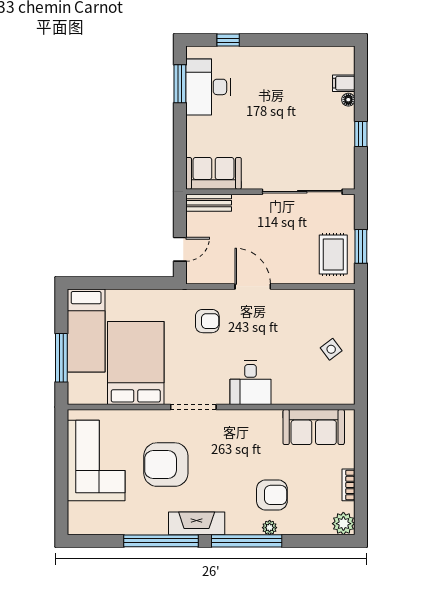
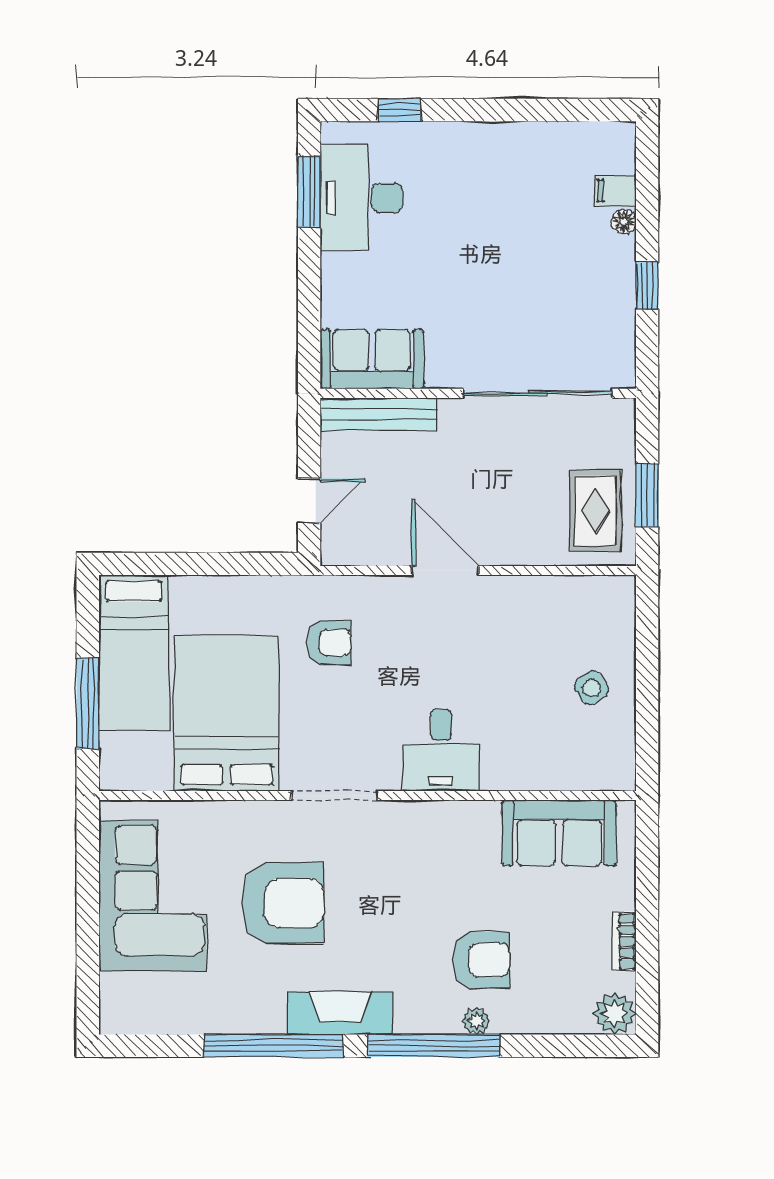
bench: (209, 203) -> (378, 414), width x1.36
armchair: (207, 321) -> (329, 643), moved
armchair: (166, 465) -> (283, 903), turned 180

